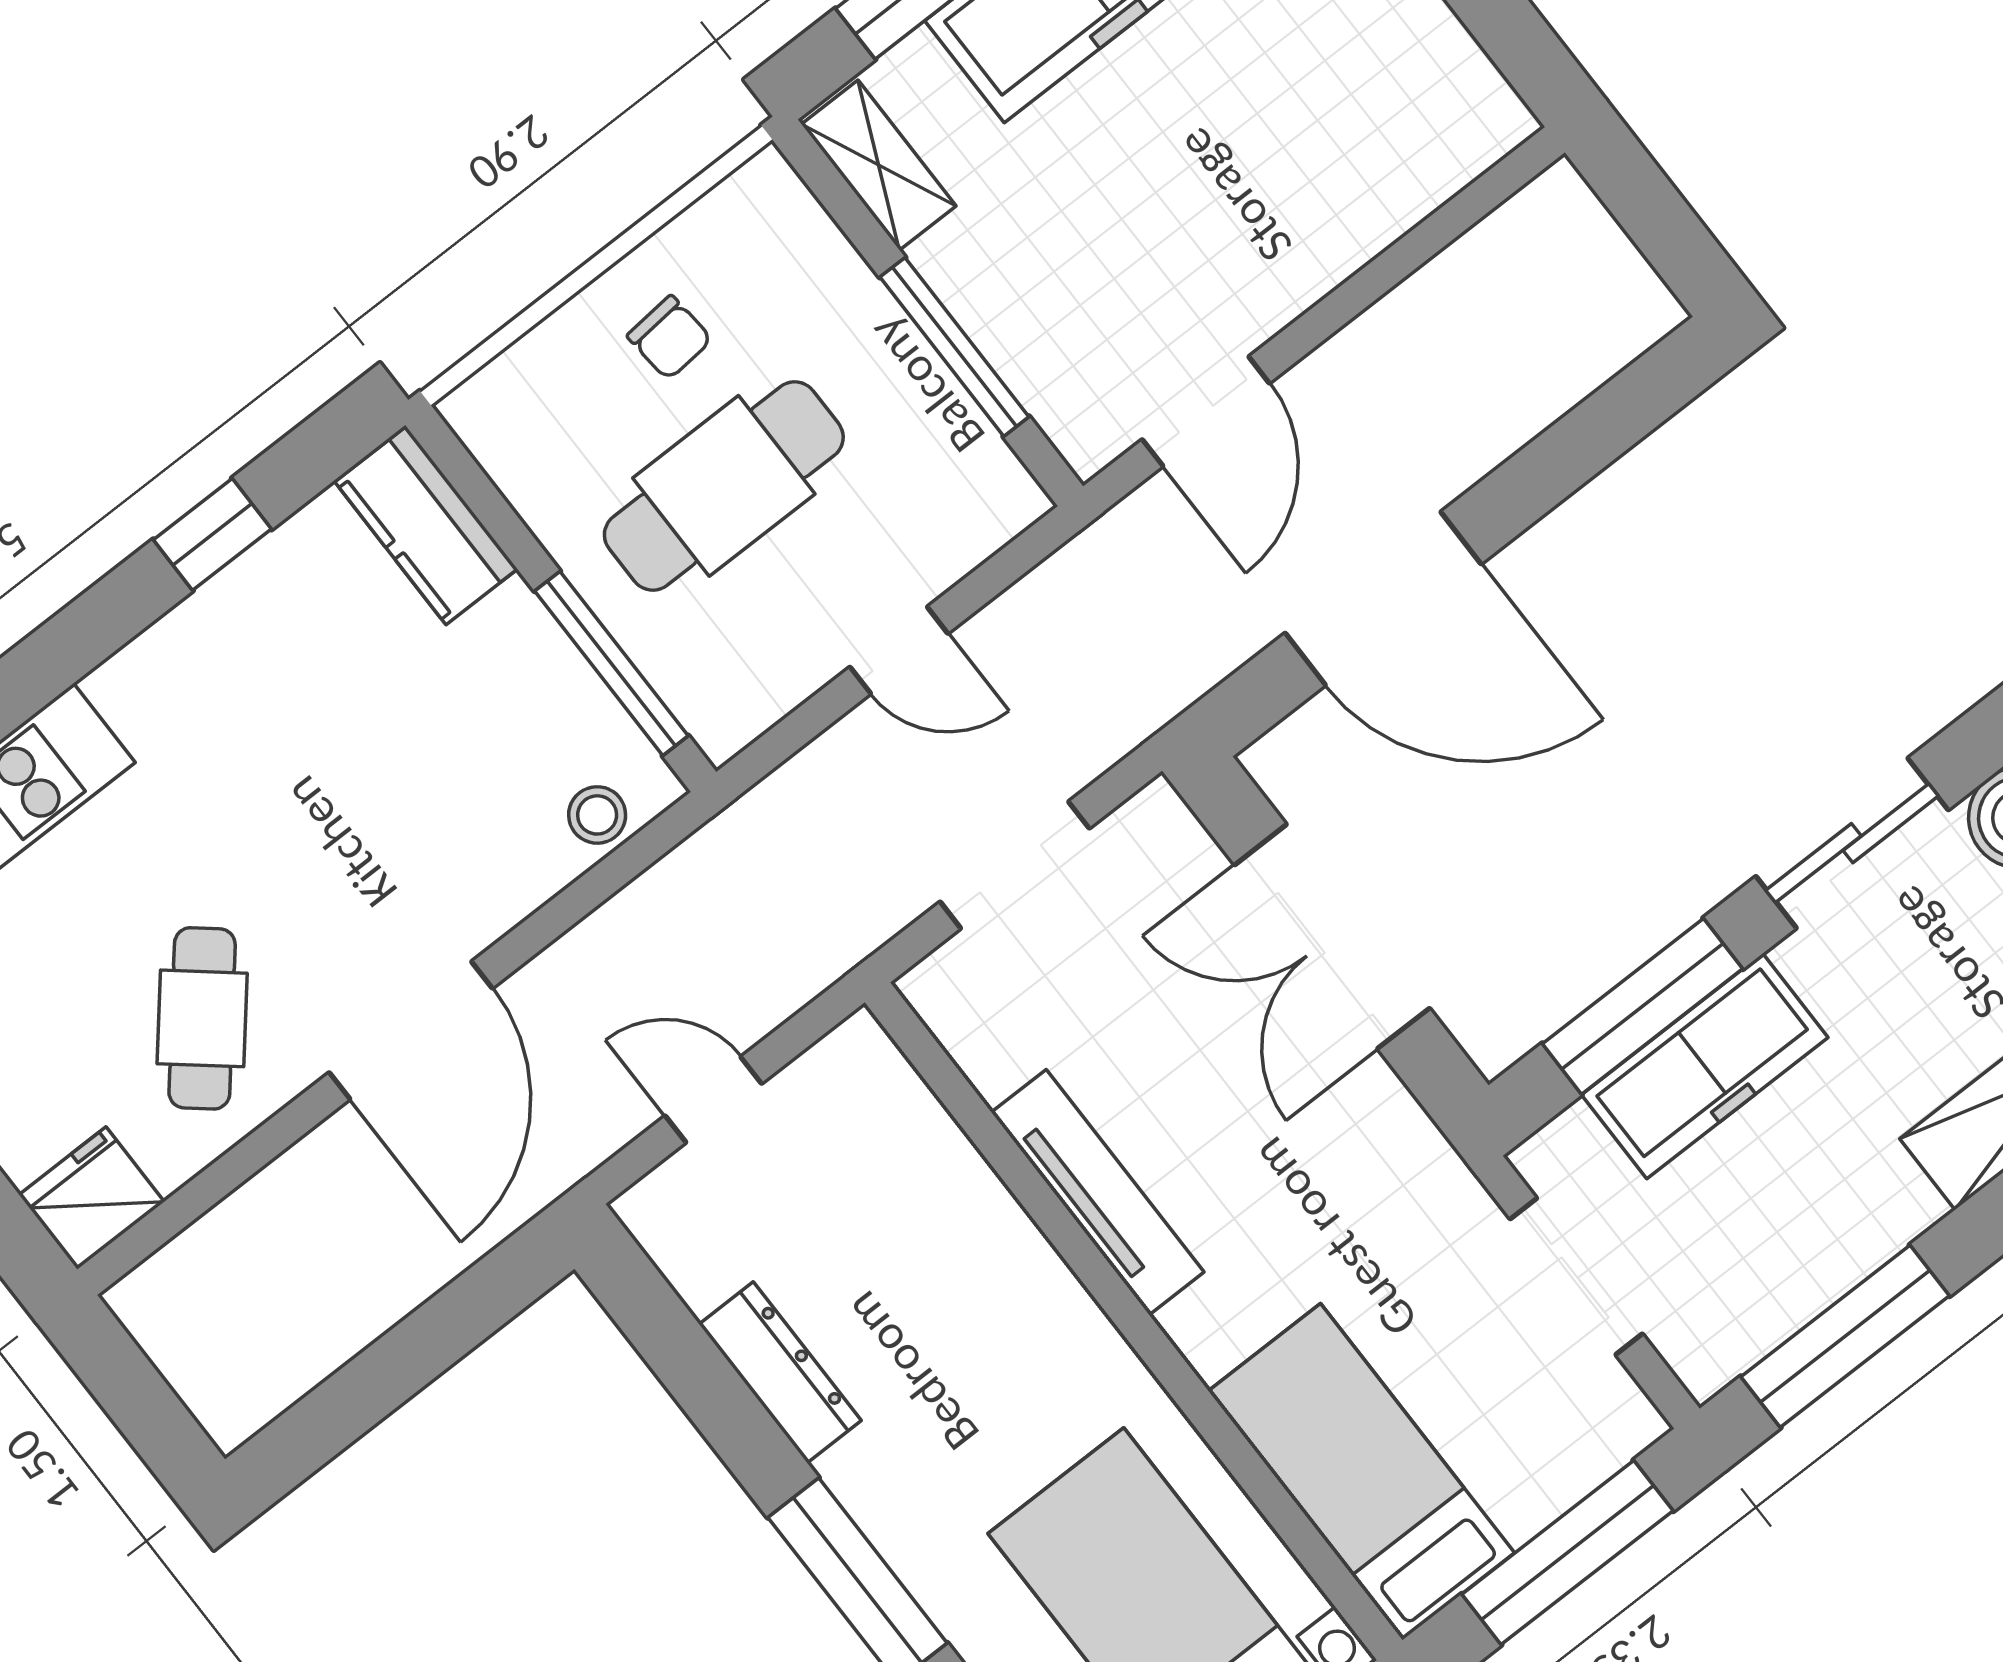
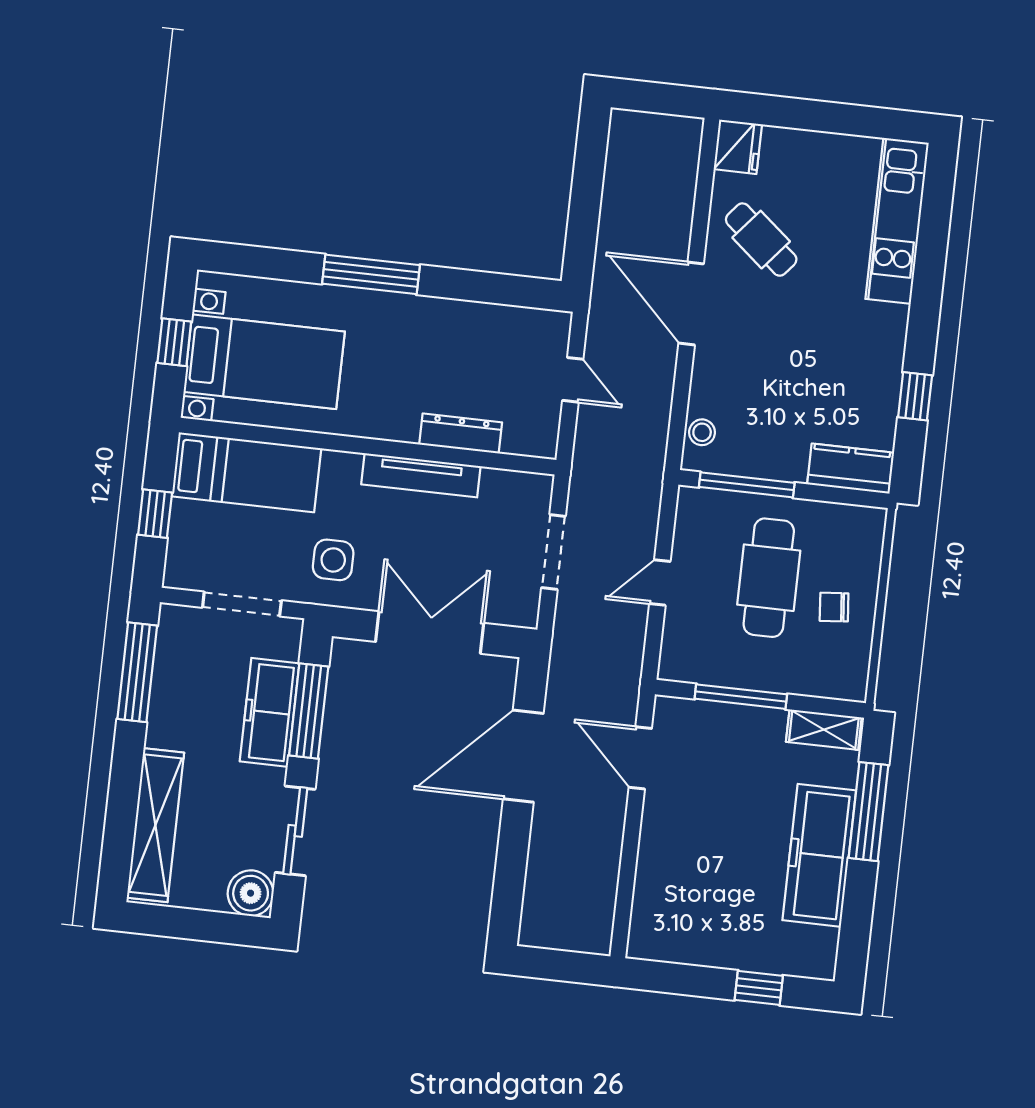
door: (713, 1100) -> (573, 380), hinge flipped
side table: (1366, 1200) -> (333, 560), added
dresser: (780, 1372) -> (461, 433), moved, turned 180
window: (1567, 1552) -> (155, 514), width x0.46

